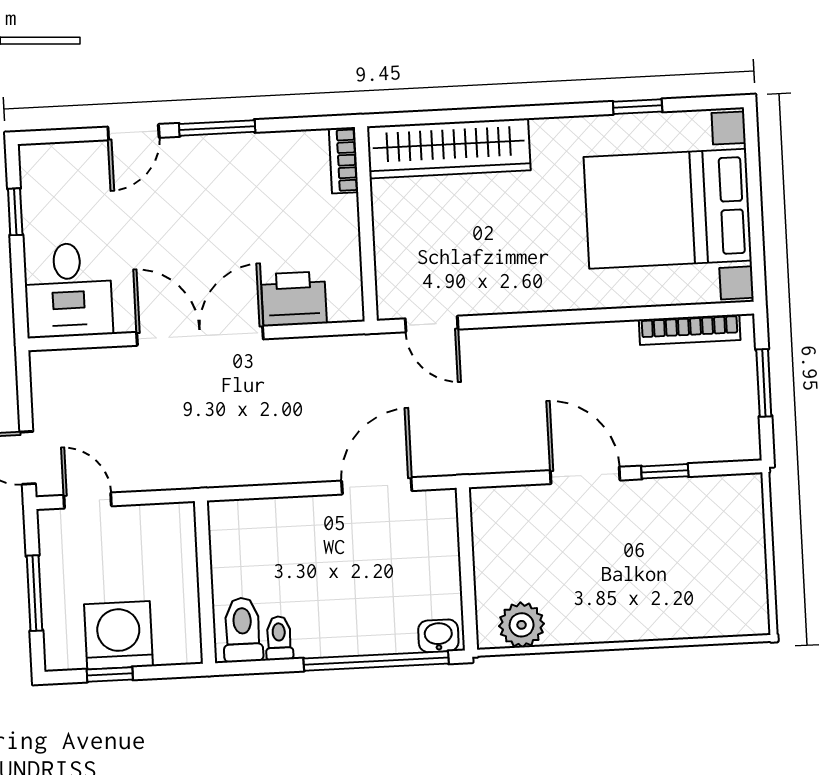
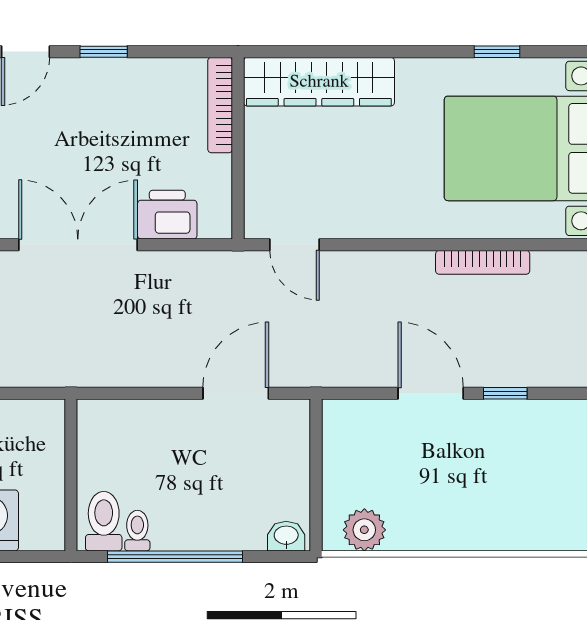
window: (217, 128) -> (104, 52), width x0.67
bookcase: (344, 160) -> (220, 105), width x1.56
bookcase: (690, 330) -> (483, 262), moved
window: (376, 661) -> (175, 557), moved

